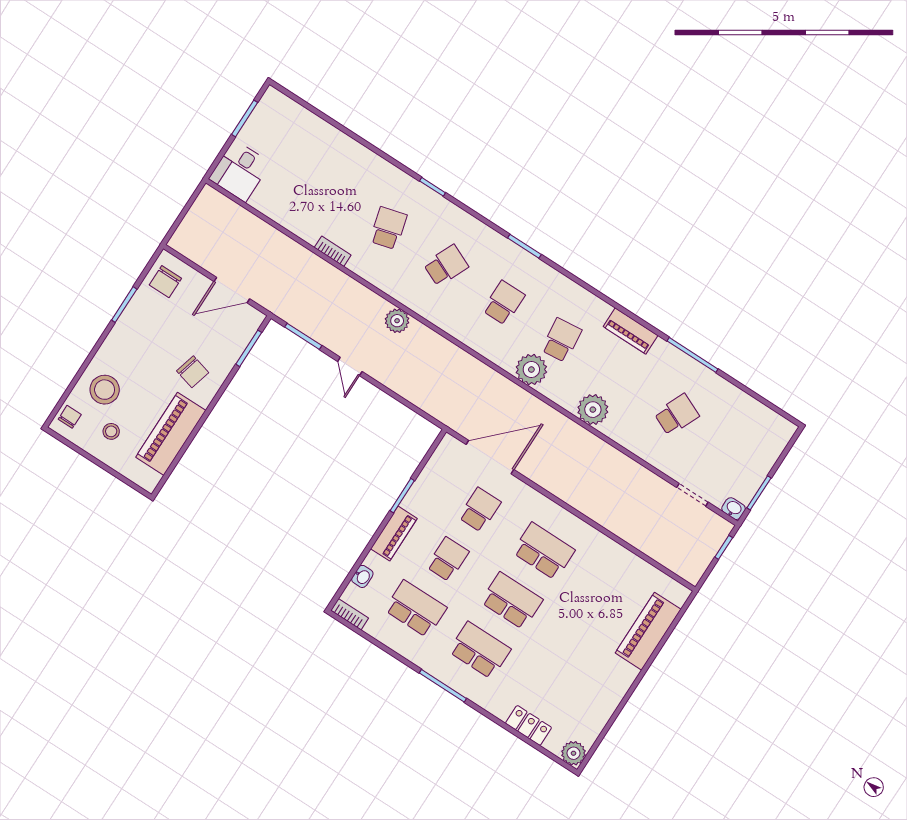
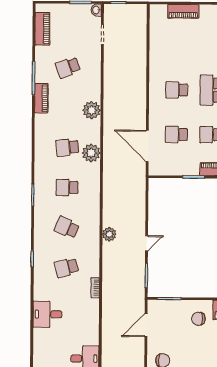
desk: (338, 158) -> (47, 314), added
door: (232, 290) -> (146, 325), swing flipped
piano: (631, 331) -> (41, 98), moved
chair: (193, 372) -> (198, 319), turned -105
piano: (756, 413) -> (42, 29), added
school desk: (677, 415) -> (68, 67), turned -45
school desk: (544, 551) -> (177, 90), width x0.54
piano: (648, 631) -> (183, 11), width x0.73, depth x0.75

